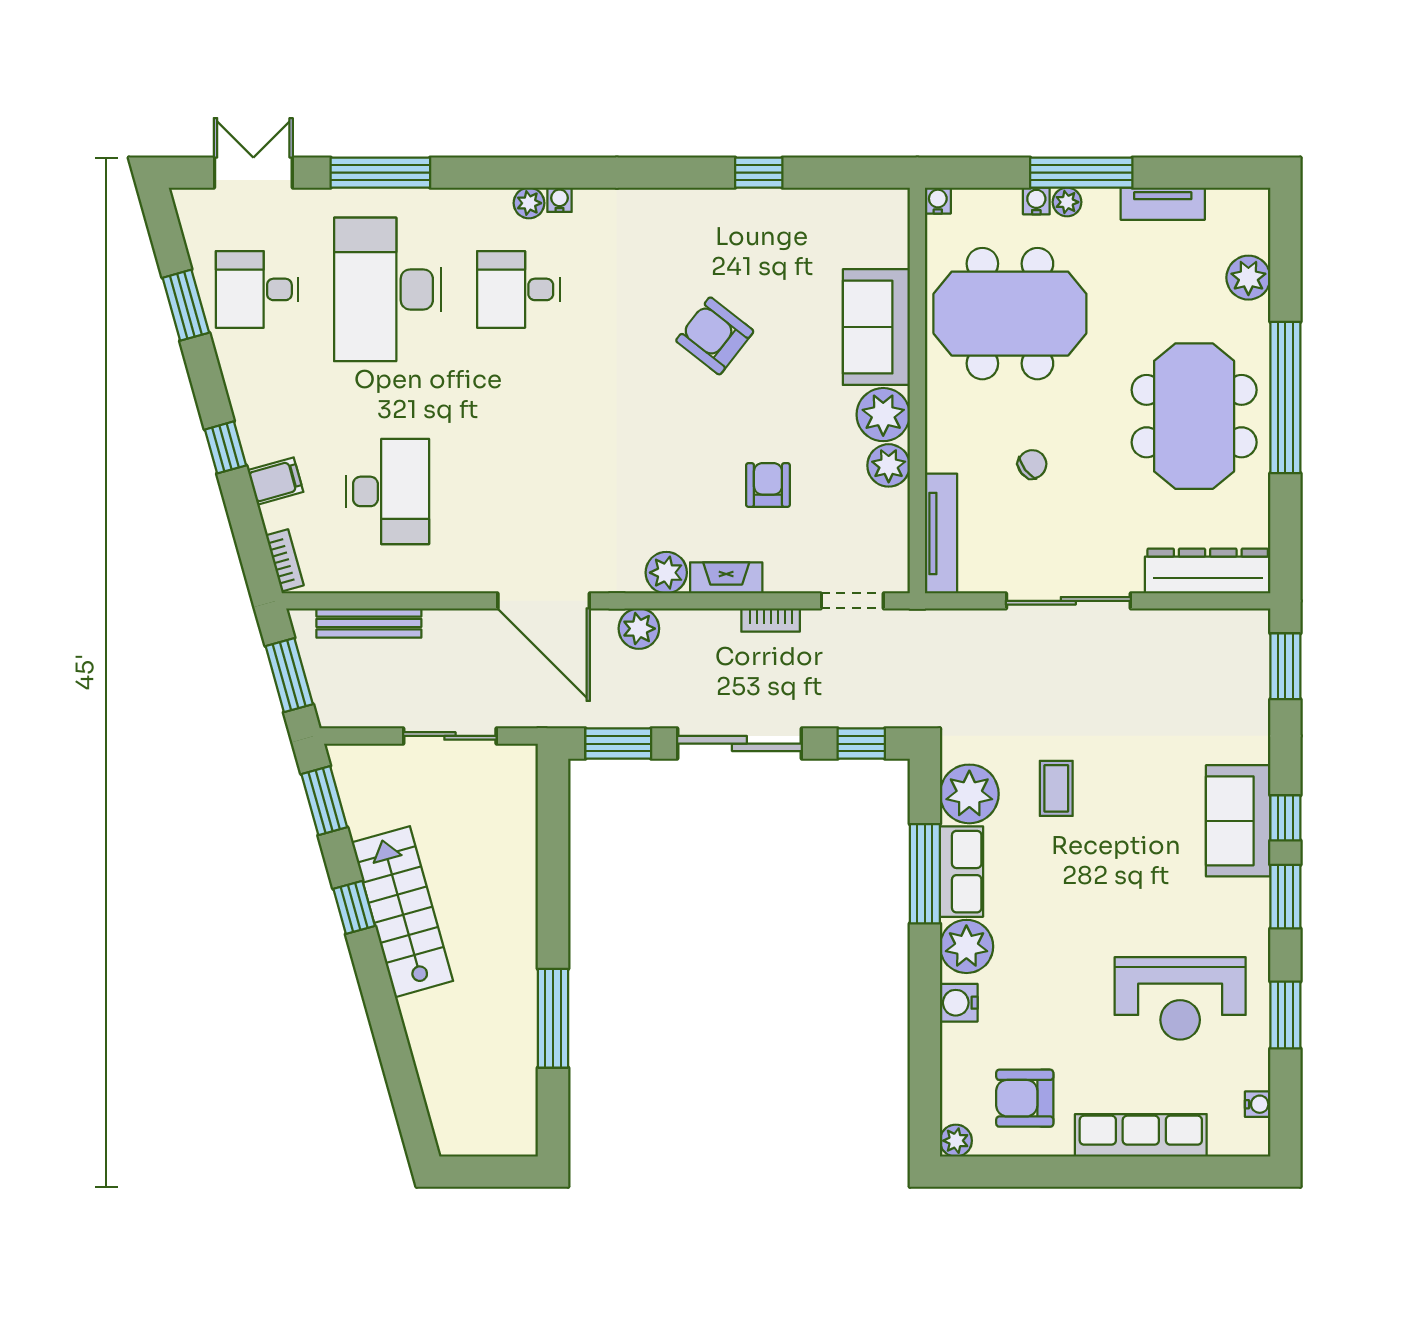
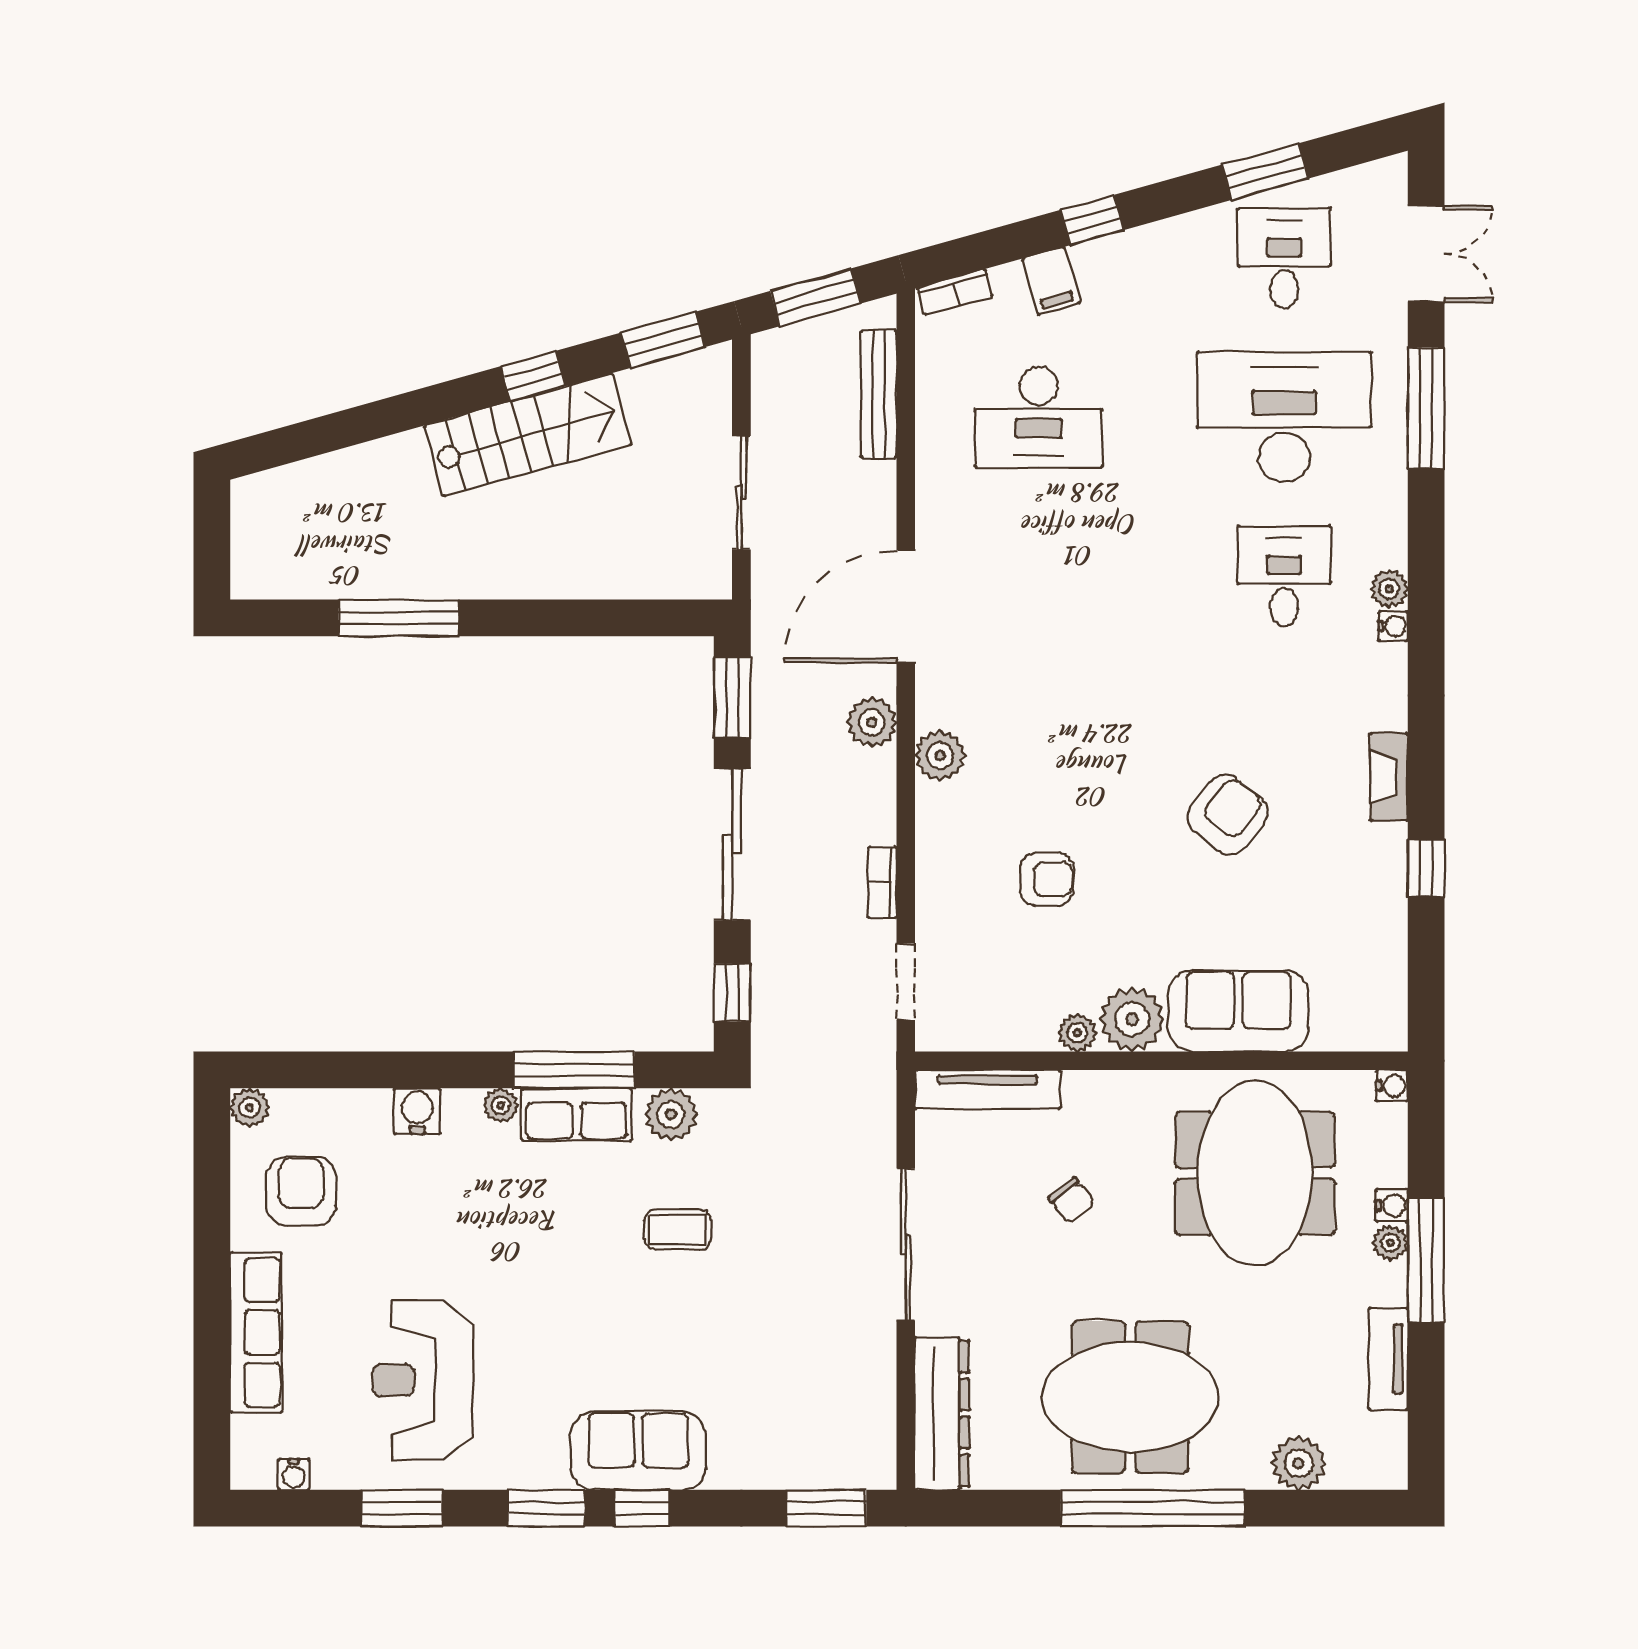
plant: (889, 465) -> (1077, 1033), width x0.73, depth x0.73
fireplace: (726, 578) -> (1389, 777), moved, turned 180
plant: (969, 794) -> (671, 1114), width x0.73, depth x0.73
plant: (966, 946) -> (501, 1105), width x0.53, depth x0.53

